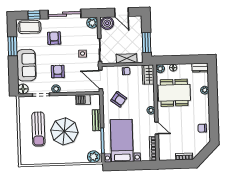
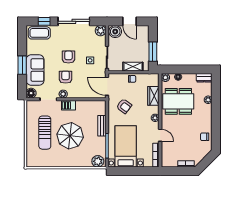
armchair: (54, 38) -> (68, 57), moved
window: (12, 46) -> (22, 65), moved
wardrobe: (148, 75) -> (153, 96), moved
barbecue: (83, 100) -> (68, 105), moved

